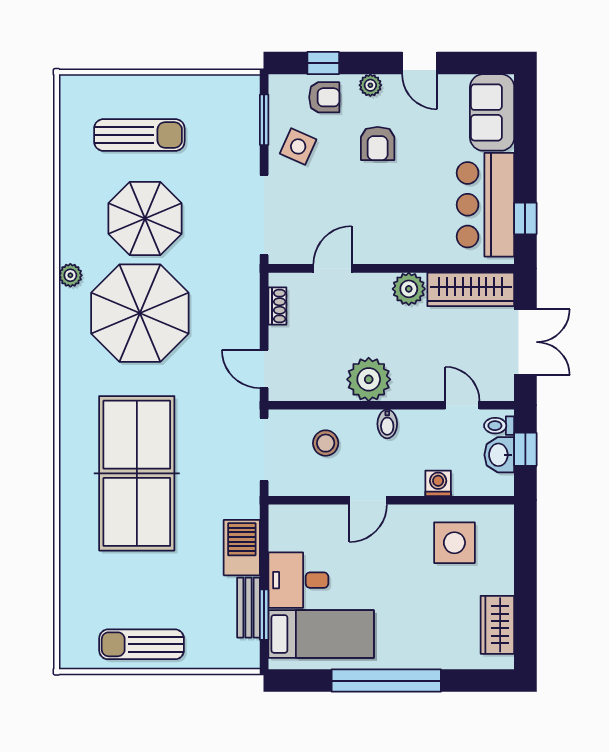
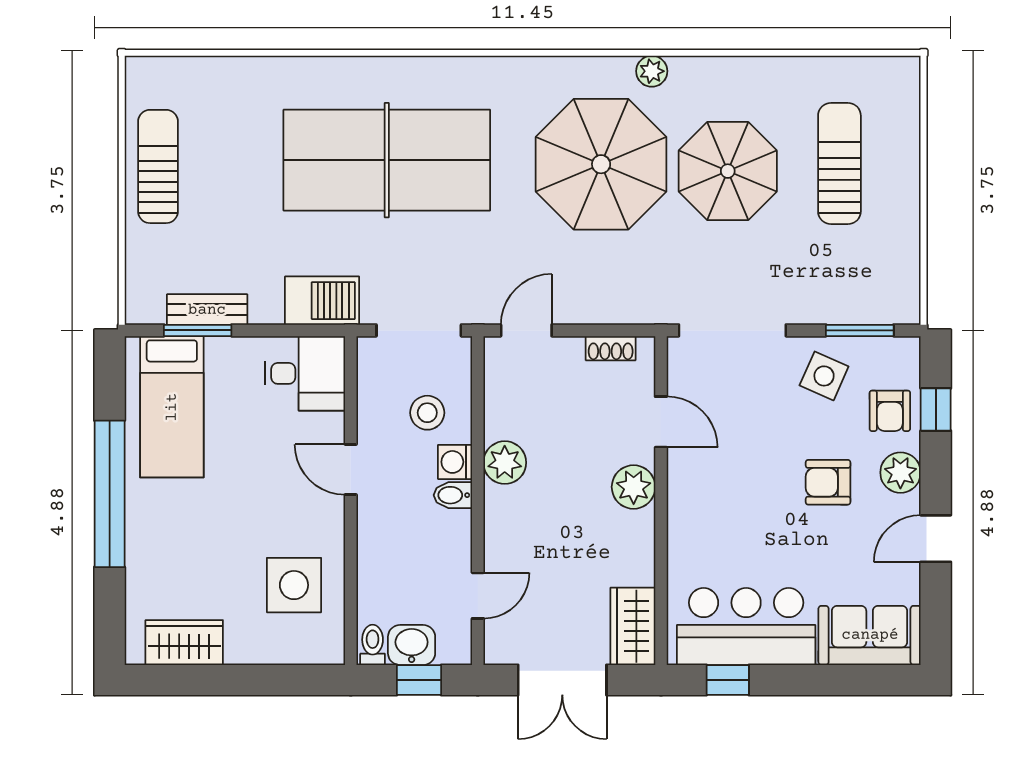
plant: (370, 85) -> (900, 473), width x1.38, depth x1.38
sun lounger: (139, 135) -> (839, 164), turned 180
plant: (409, 289) -> (634, 487), moved
wardrobe: (471, 289) -> (633, 626), width x0.67
plant: (369, 379) -> (505, 463), width x0.73, depth x0.73
toilet: (499, 426) -> (373, 645), moved
washing machine: (438, 483) -> (455, 462), moved, turned 180
barbecue: (242, 548) -> (322, 301), moved
desk: (298, 580) -> (305, 373), moved, turned 90

